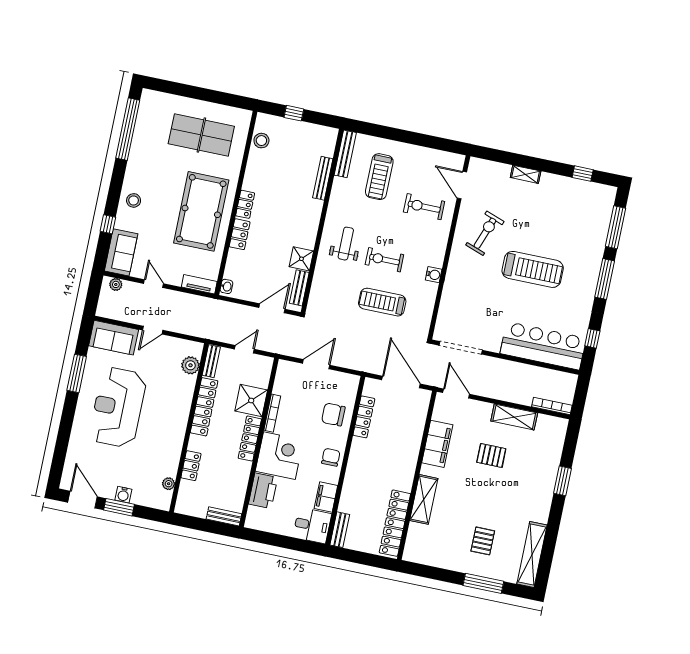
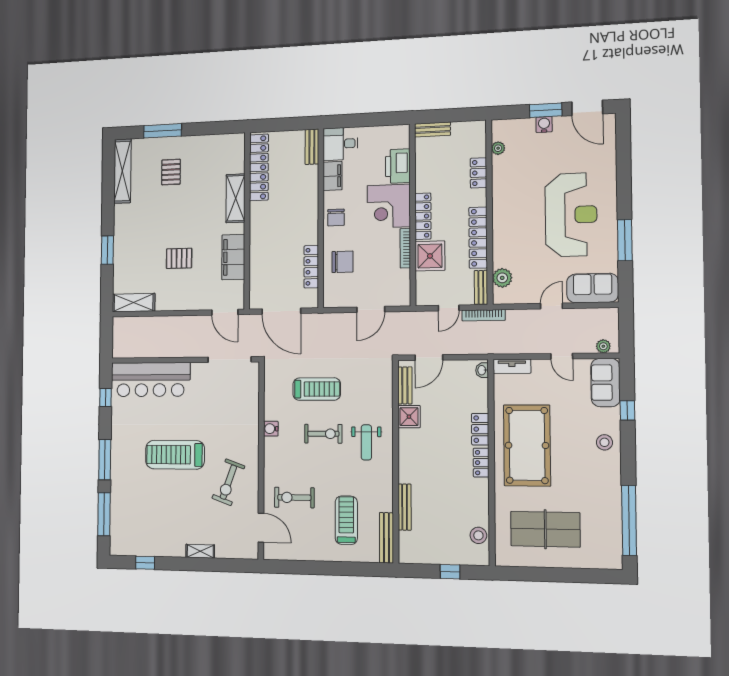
exercise bike: (424, 207) -> (294, 498), turned 180
bookcase: (552, 406) -> (484, 315), moved
shelving: (514, 417) -> (133, 303), moved

